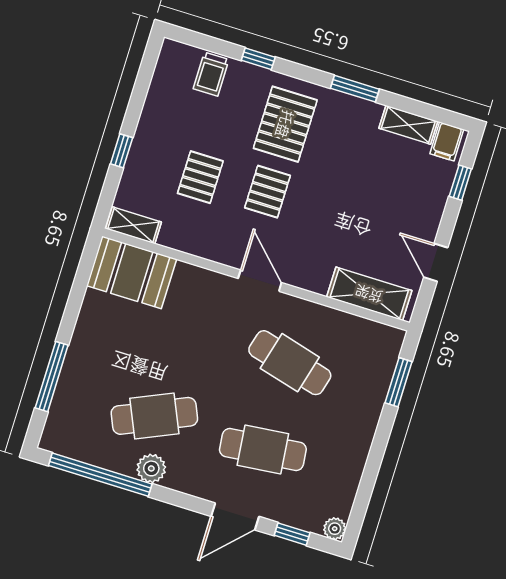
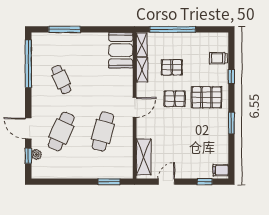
shelving: (408, 125) -> (142, 70), moved
window: (122, 151) -> (173, 29), width x3.17
cafe table: (154, 416) -> (61, 80), width x0.73, depth x0.74
cafe table: (263, 450) -> (61, 132), turned 30
plant: (151, 468) -> (38, 85), removed
plant: (335, 529) -> (36, 155), moved

